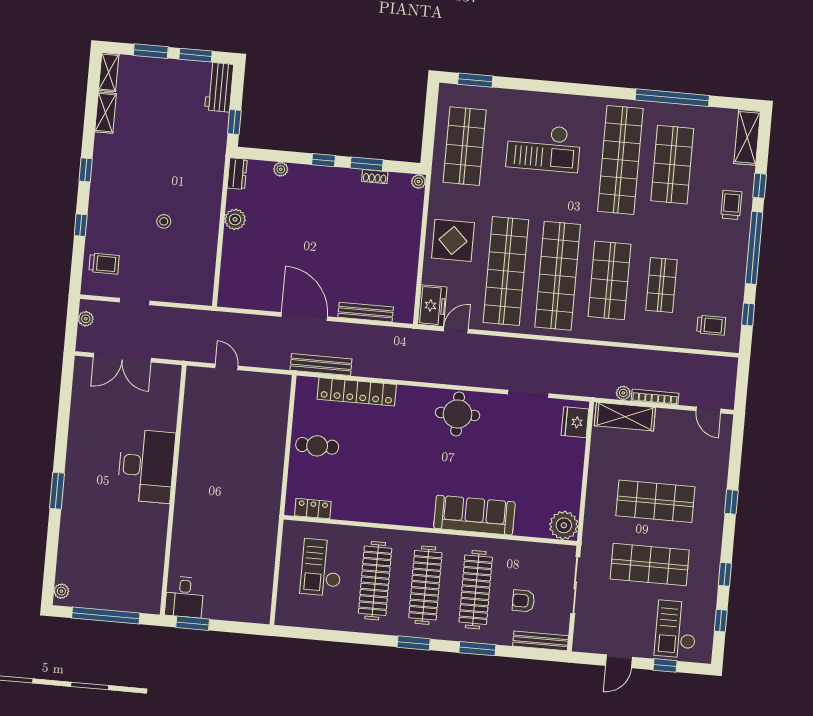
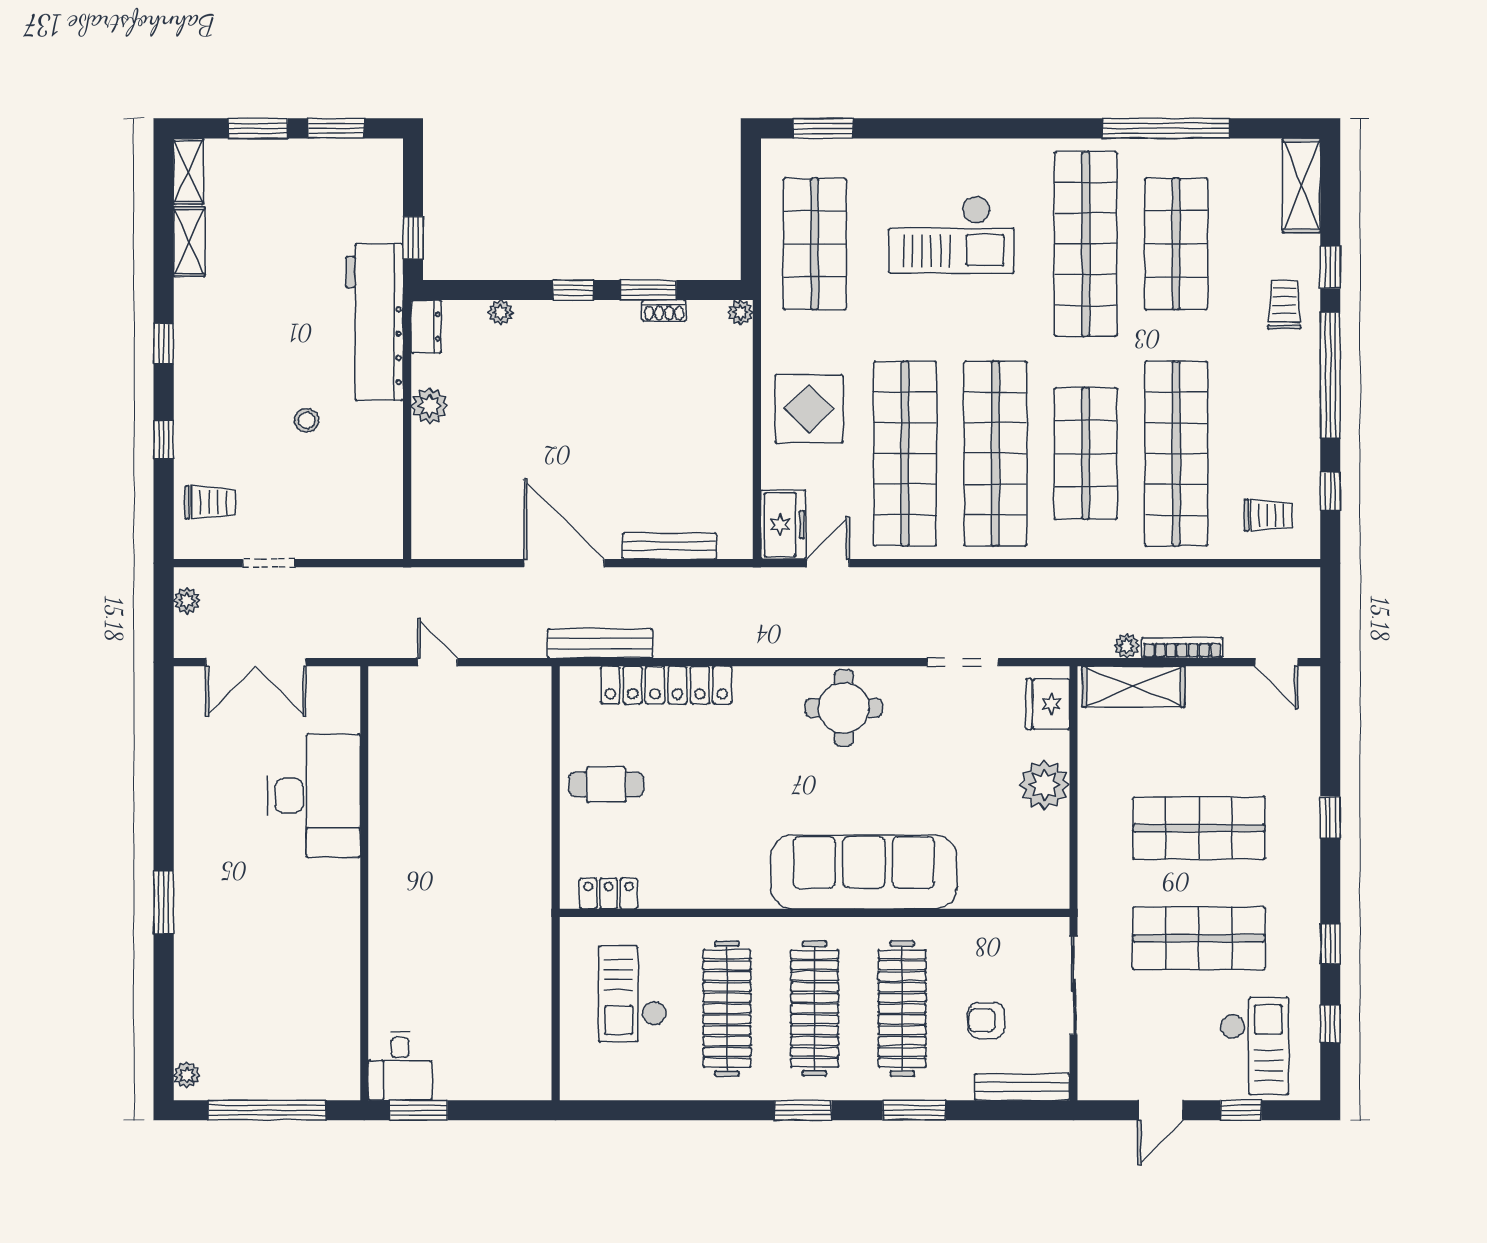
workbench: (219, 87) -> (375, 322), moved, width x1.87, depth x1.32
shop shelf: (661, 285) -> (1176, 454), width x2.00, depth x1.36
desk: (146, 466) -> (314, 796), moved
sofa: (474, 515) -> (864, 872), width x1.36, depth x1.27
plant: (564, 525) -> (1044, 785), moved
checkout: (676, 629) -> (1254, 1046), turned 180

